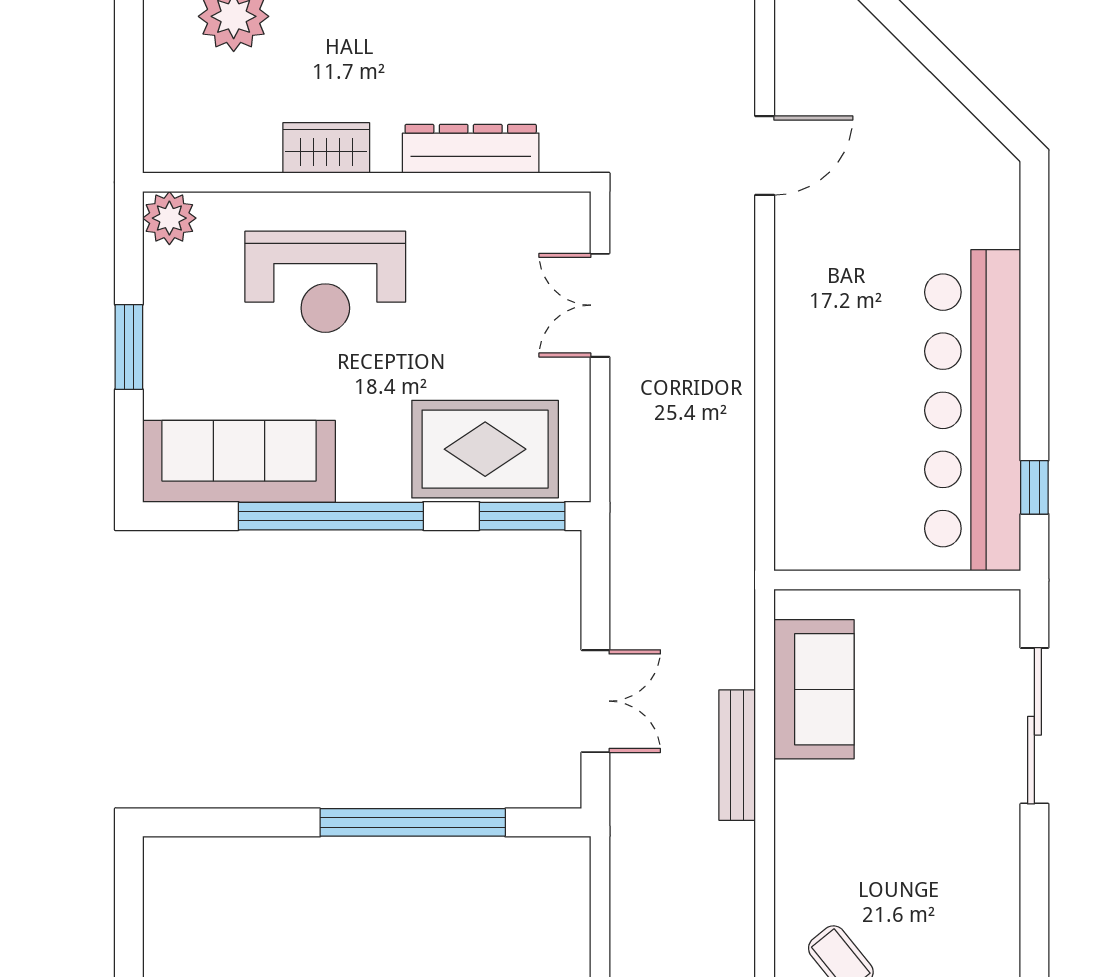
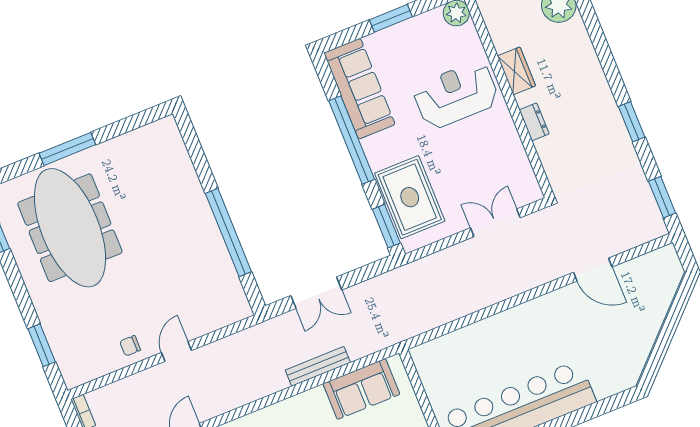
dresser: (471, 149) -> (534, 122), width x0.51, depth x0.80
reception desk: (325, 282) -> (456, 95), turned 90

